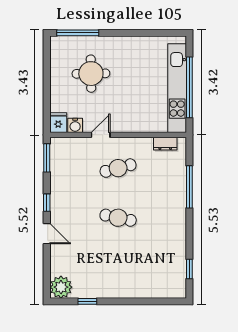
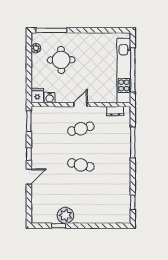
plant: (56, 57) -> (36, 48), added
door: (101, 135) -> (81, 105), moved
door: (47, 234) -> (29, 176), hinge flipped
plant: (61, 287) -> (65, 215), moved

